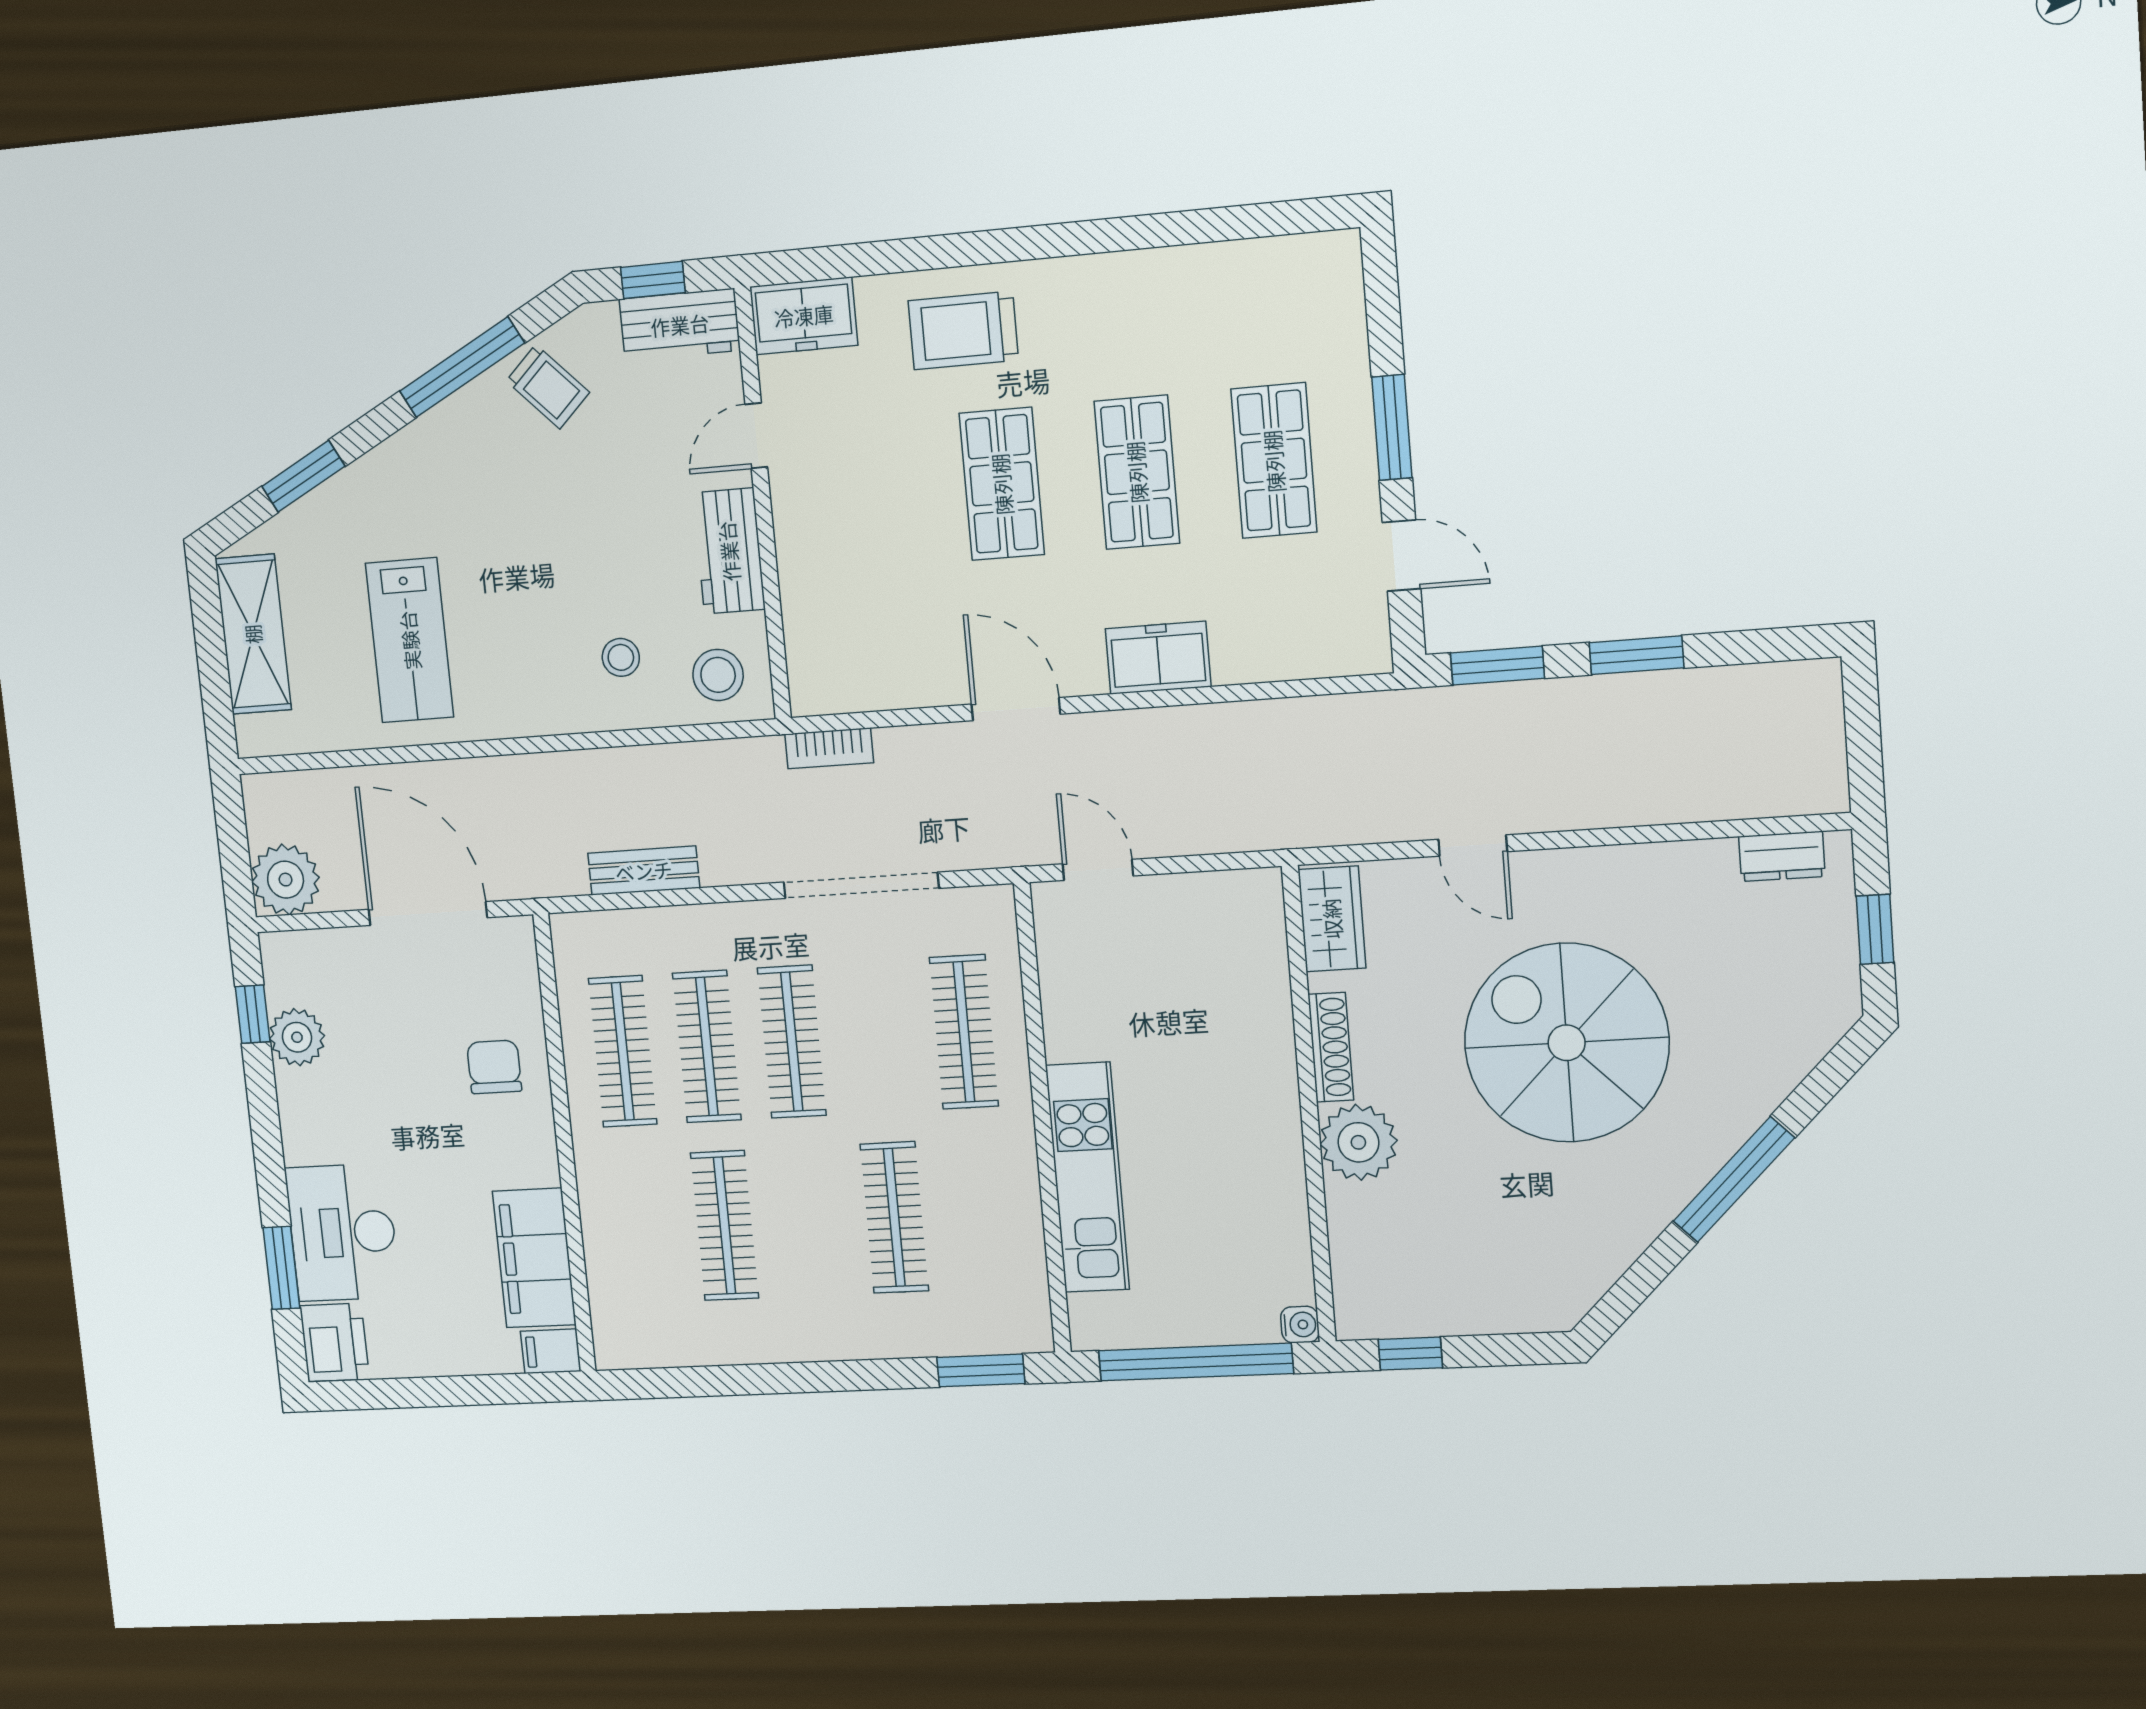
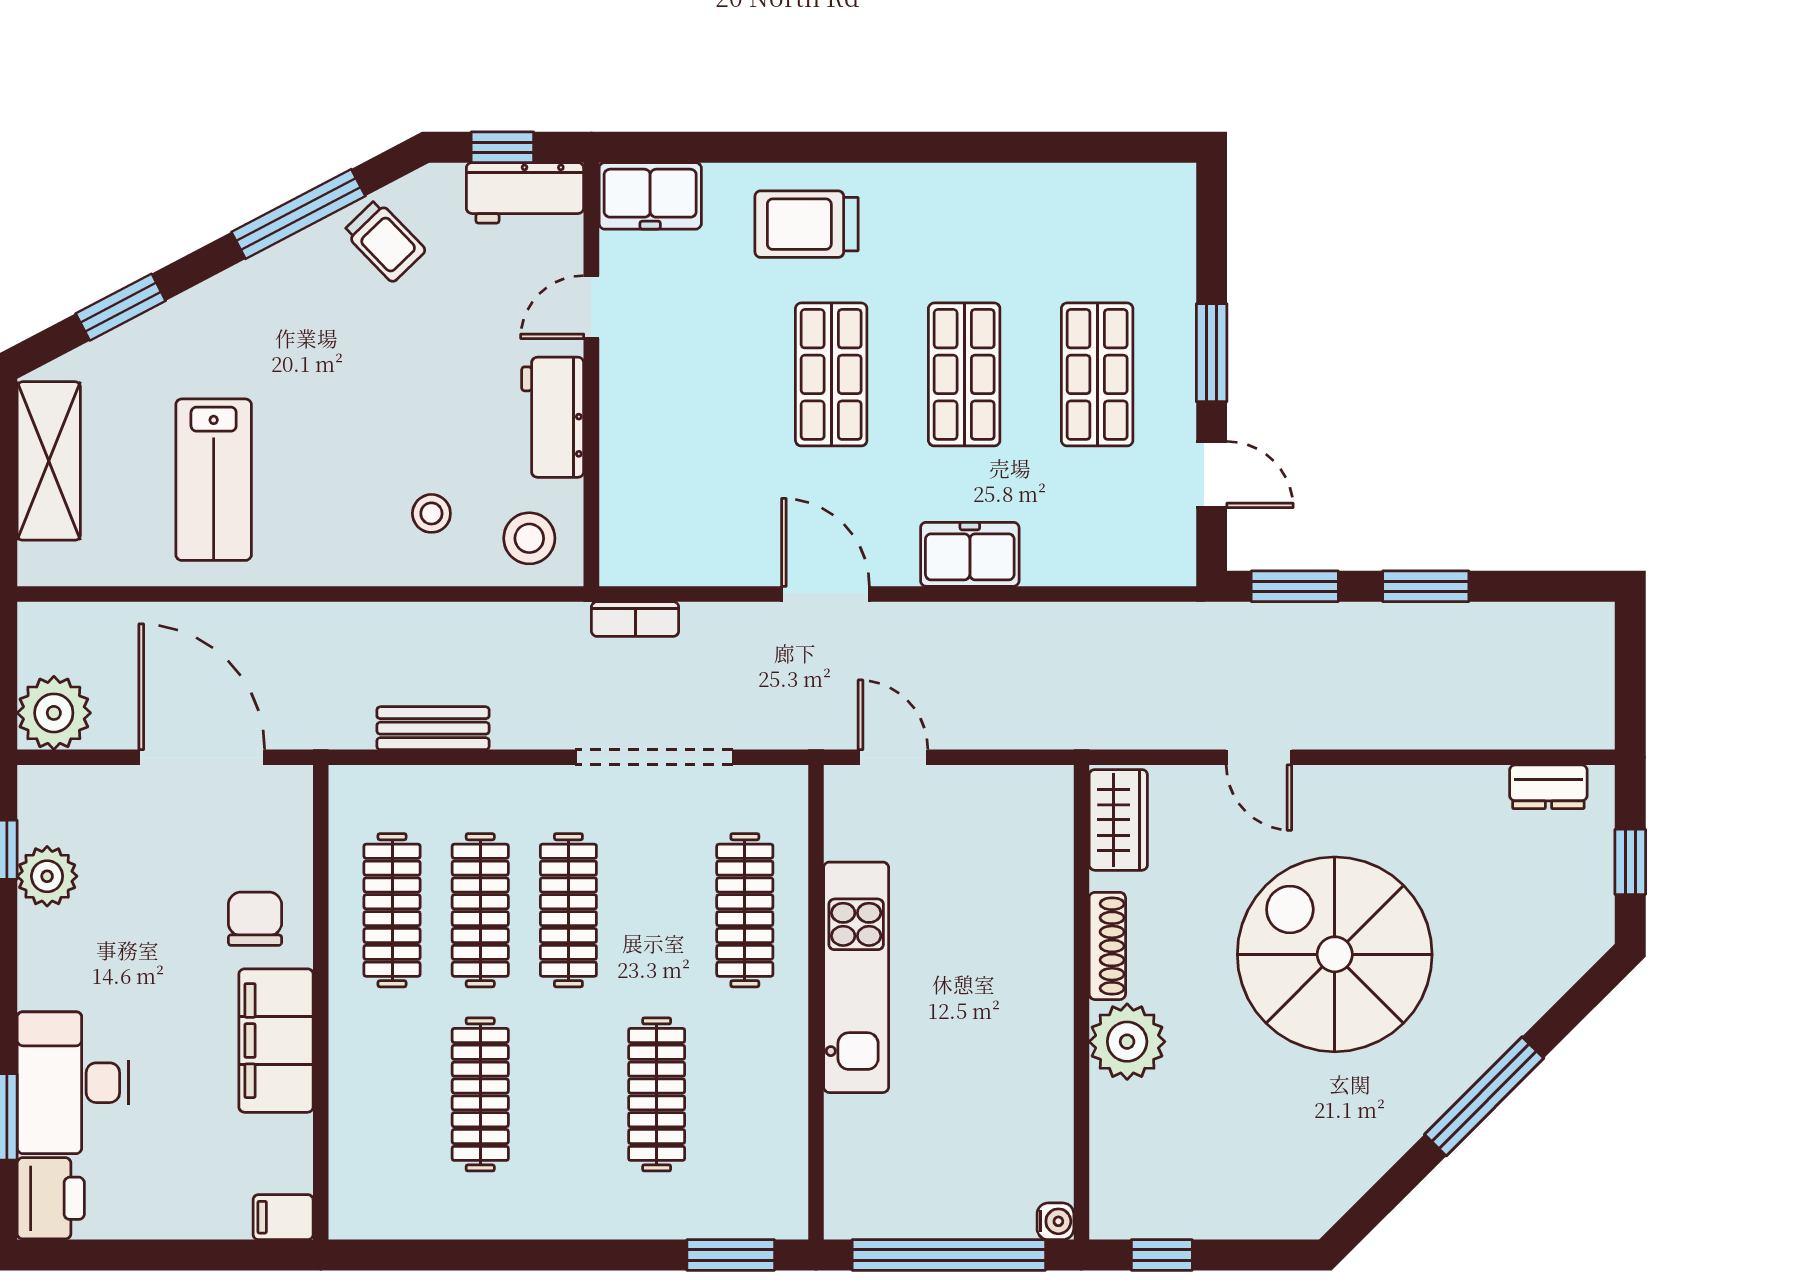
kitchen unit: (1087, 1177) -> (856, 977), moved
filing cabinet: (534, 1258) -> (276, 1041), moved

